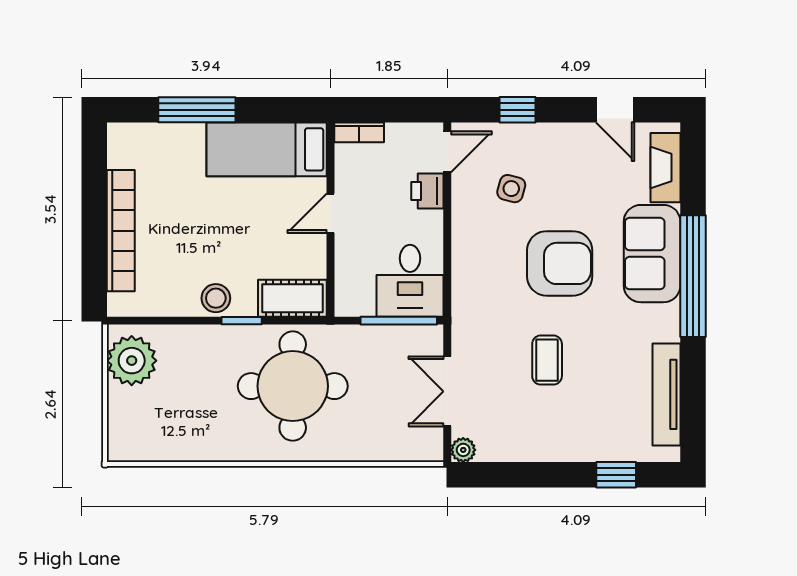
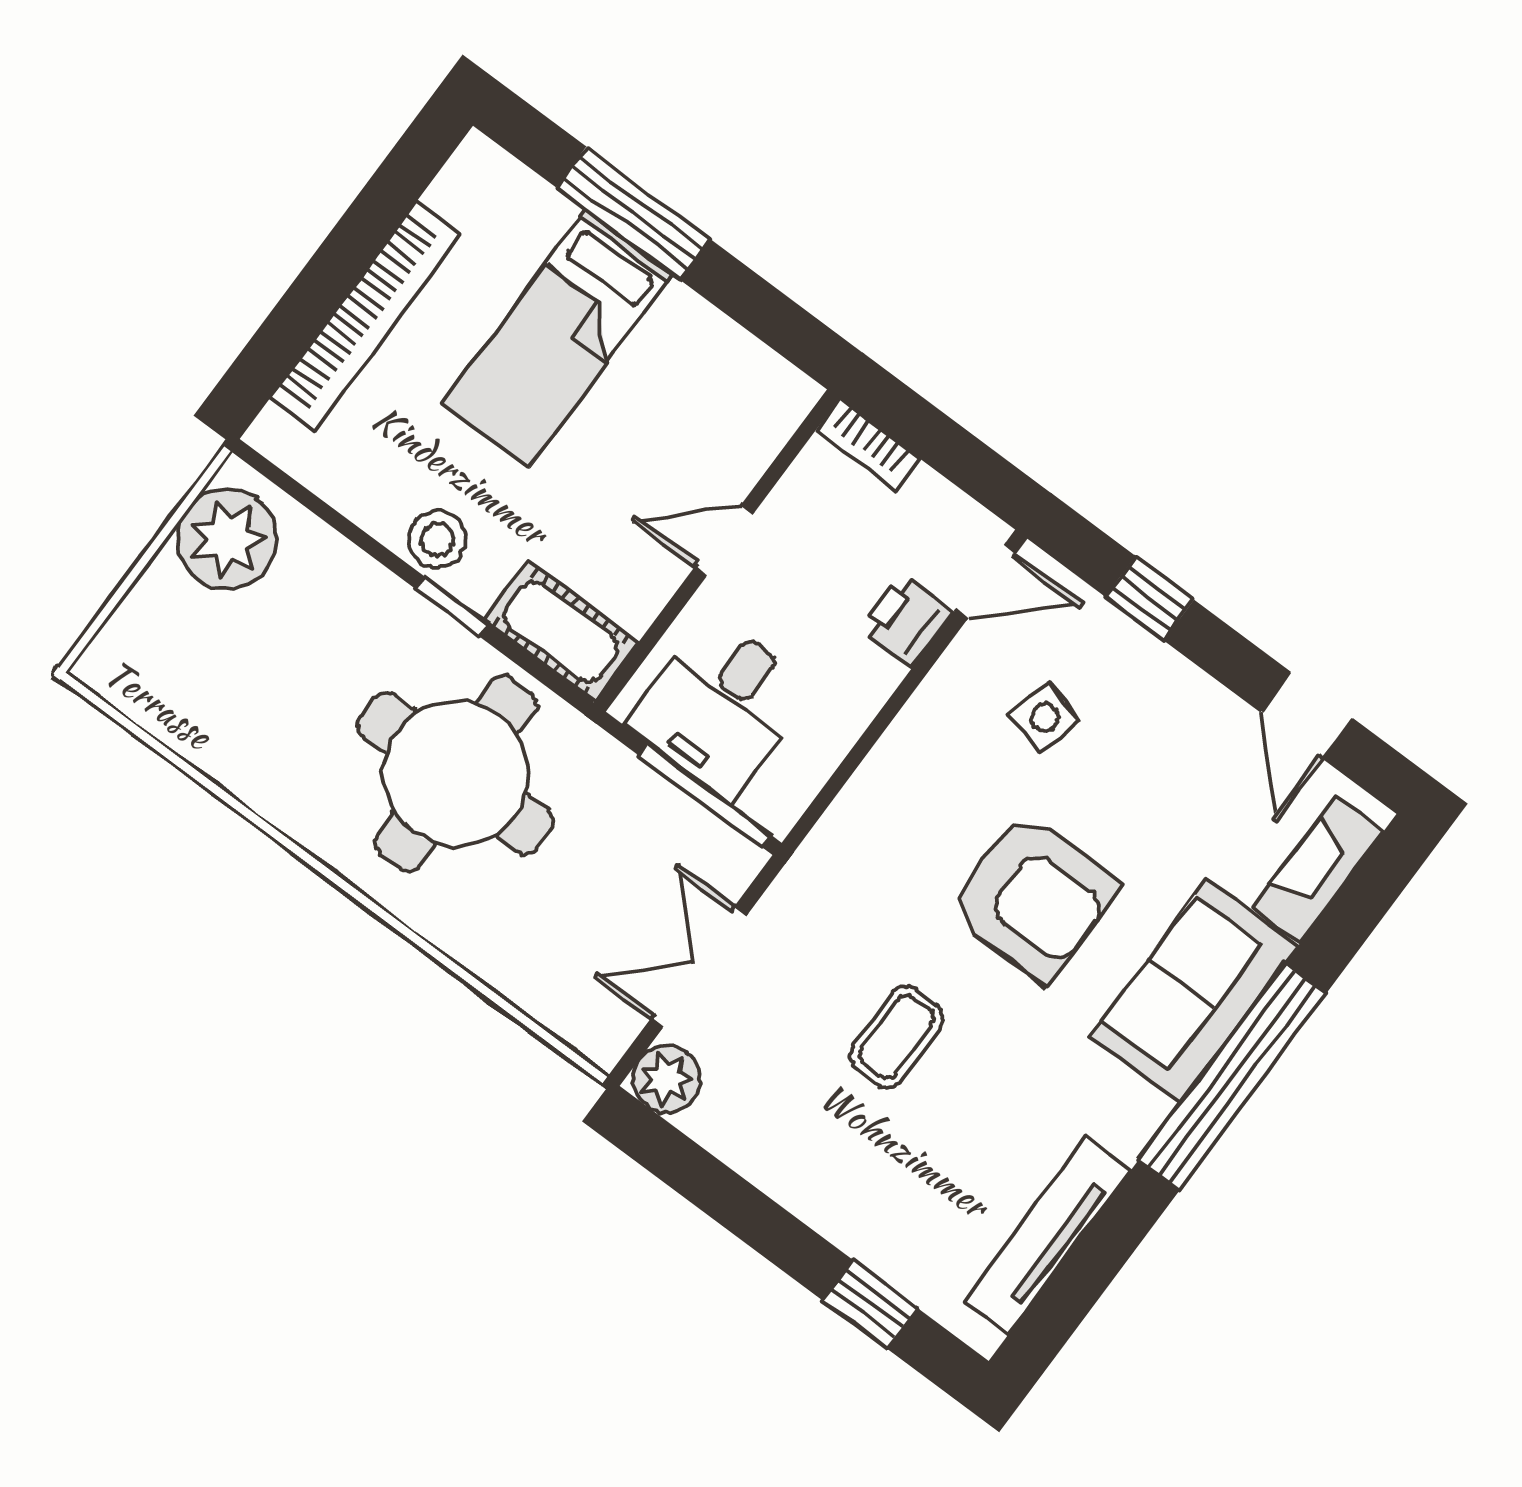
bed: (267, 149) -> (557, 339), moved, turned -90
desk: (410, 281) -> (720, 707), moved
plant: (463, 450) -> (667, 1079), width x1.38, depth x1.38

